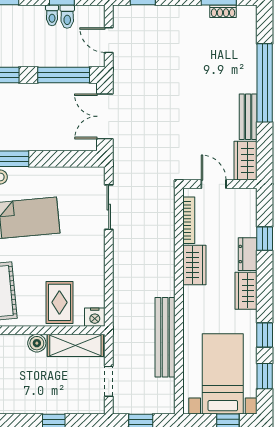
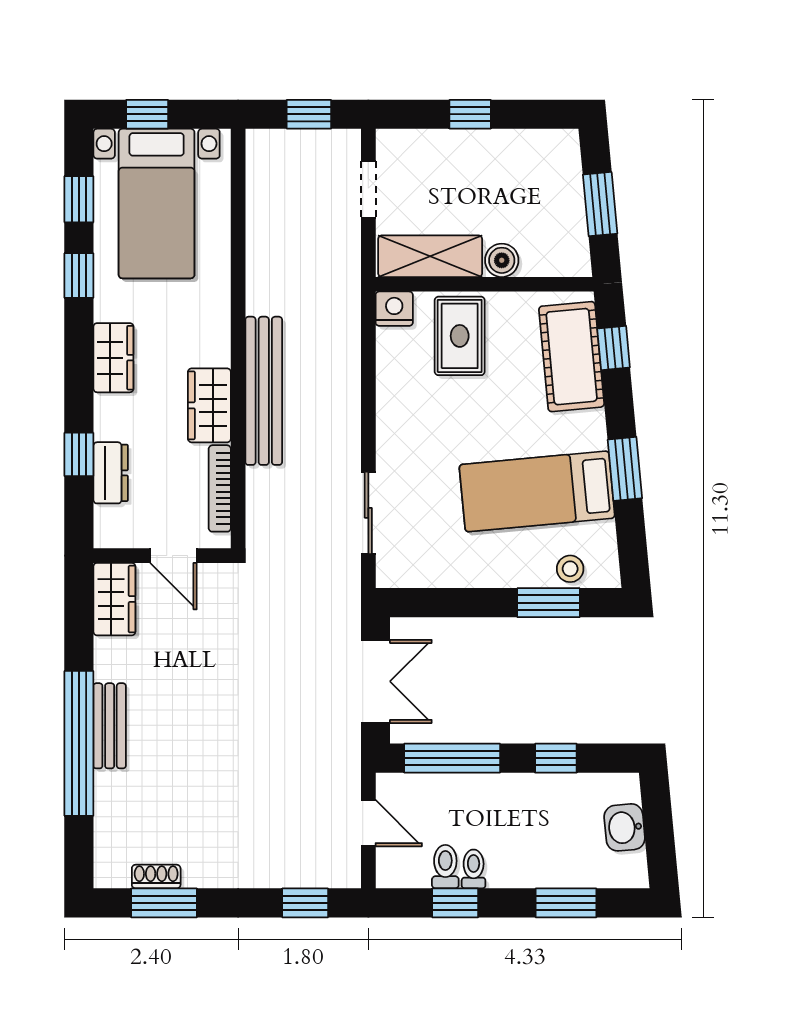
bench: (248, 117) -> (110, 726), moved
dresser: (248, 254) -> (111, 473), moved
bench: (165, 337) -> (264, 391), moved

